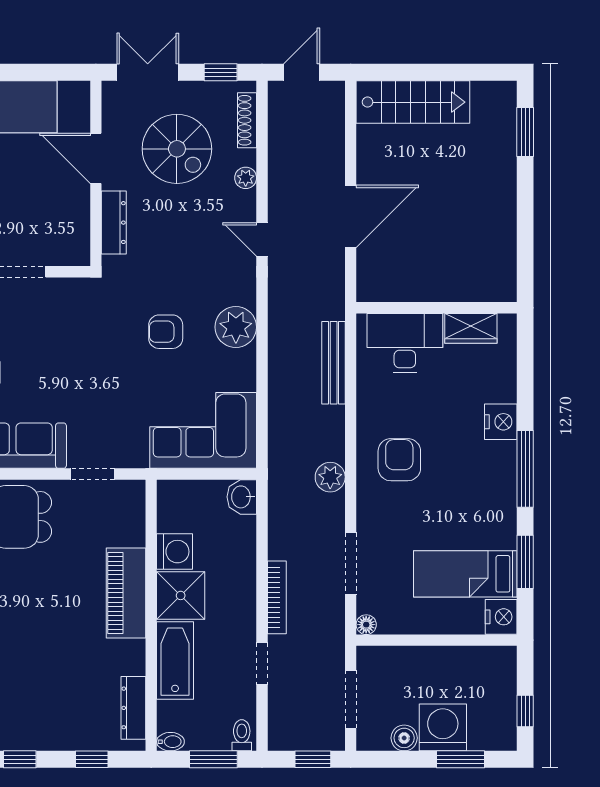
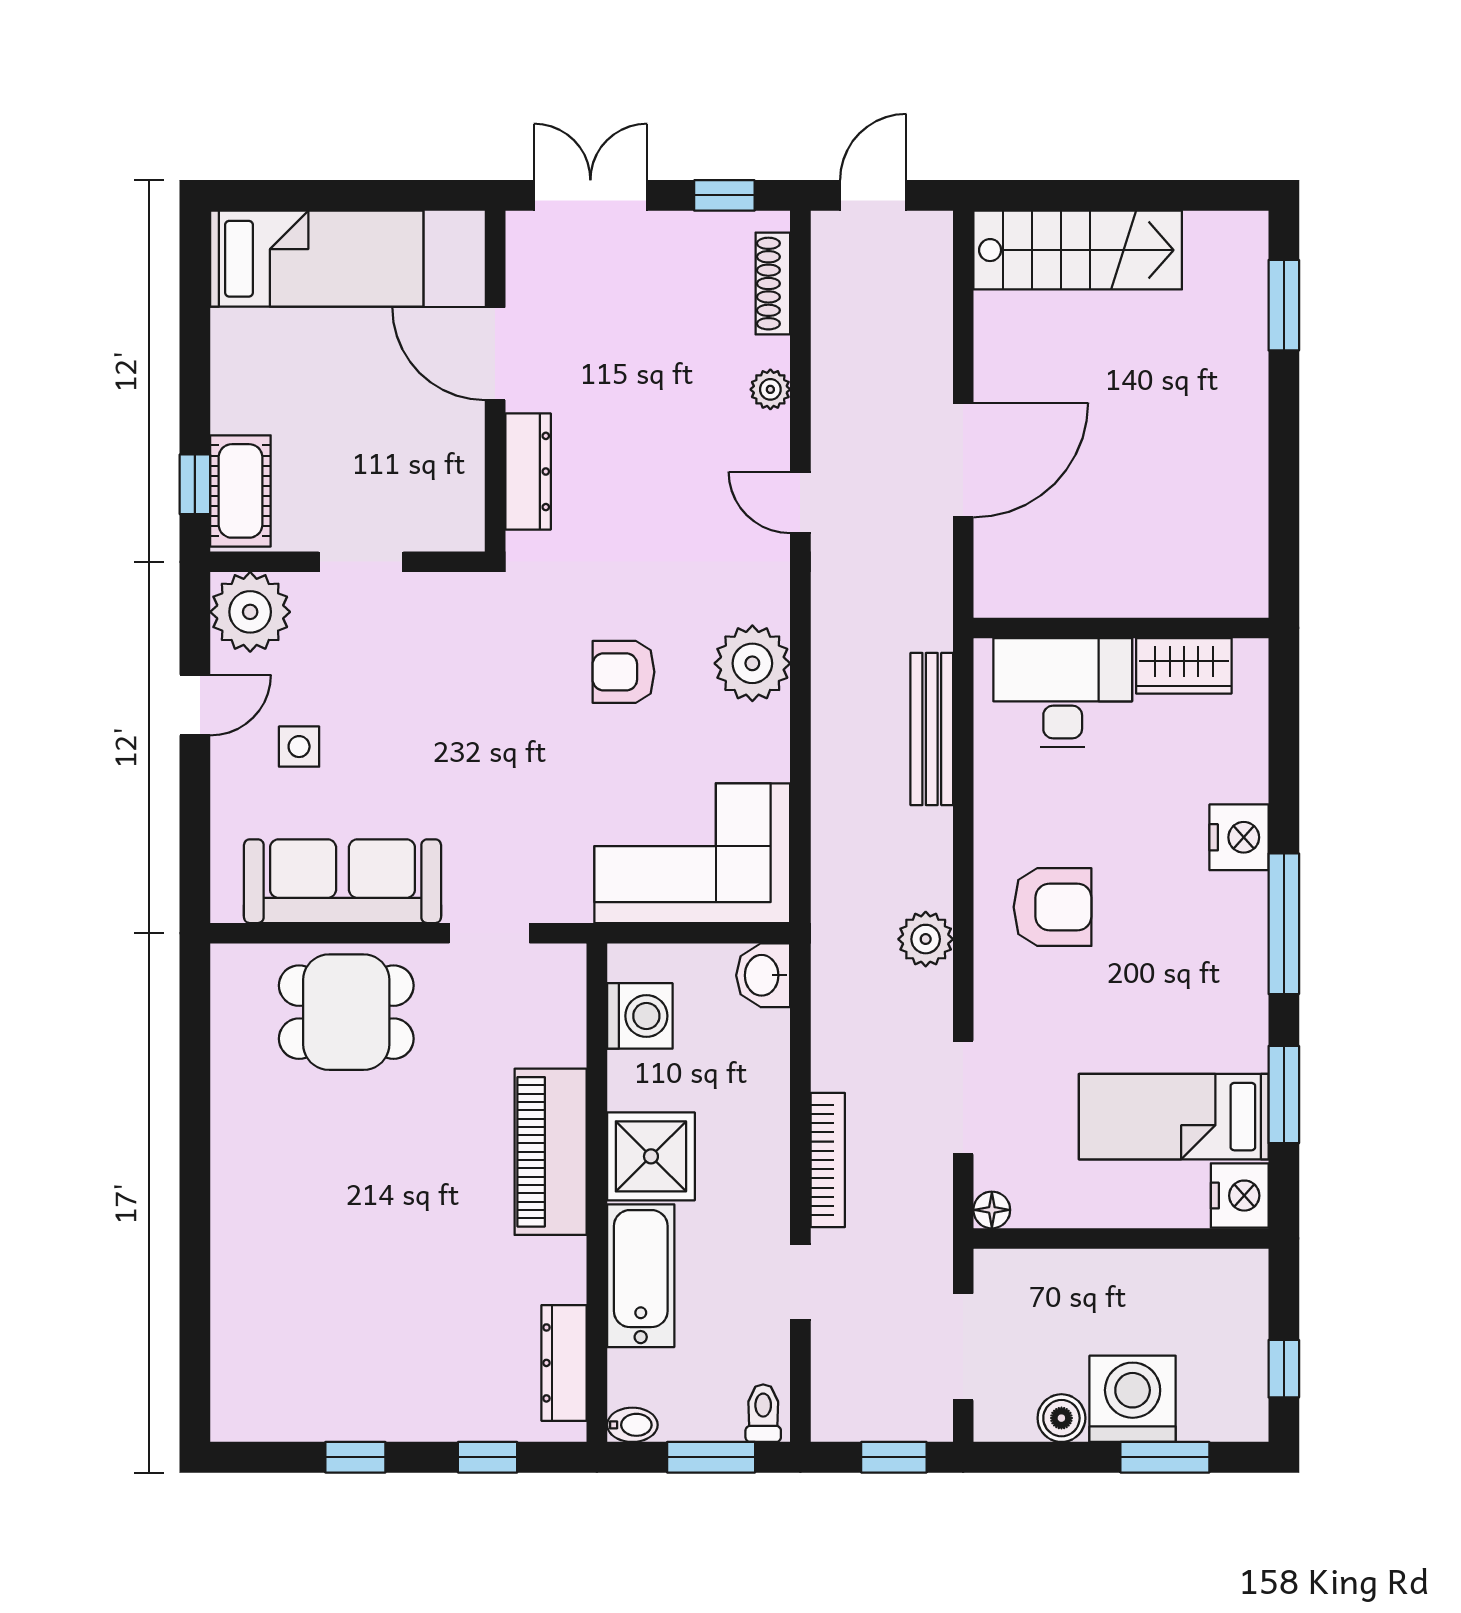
spiral stairs: (177, 149) -> (644, 336), removed
armchair: (399, 460) -> (1053, 907), turned 90
washing machine: (175, 552) -> (640, 1016), moved

